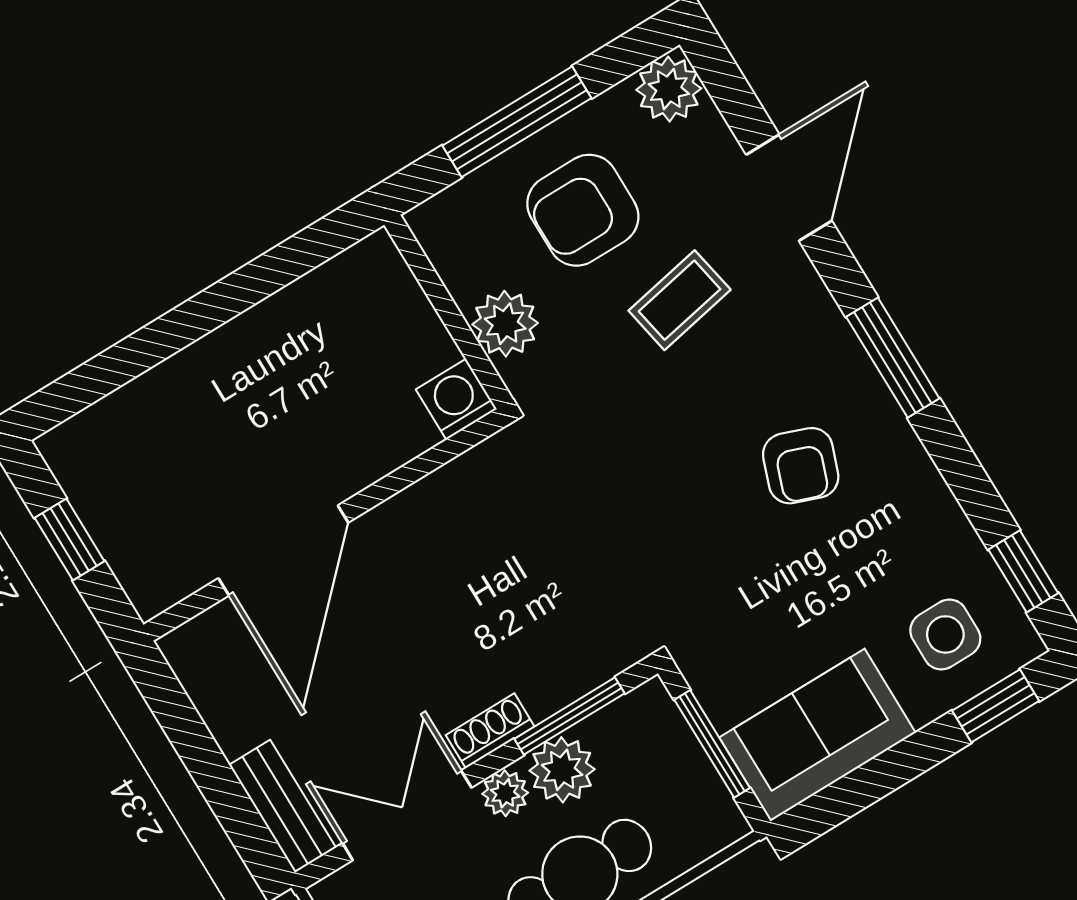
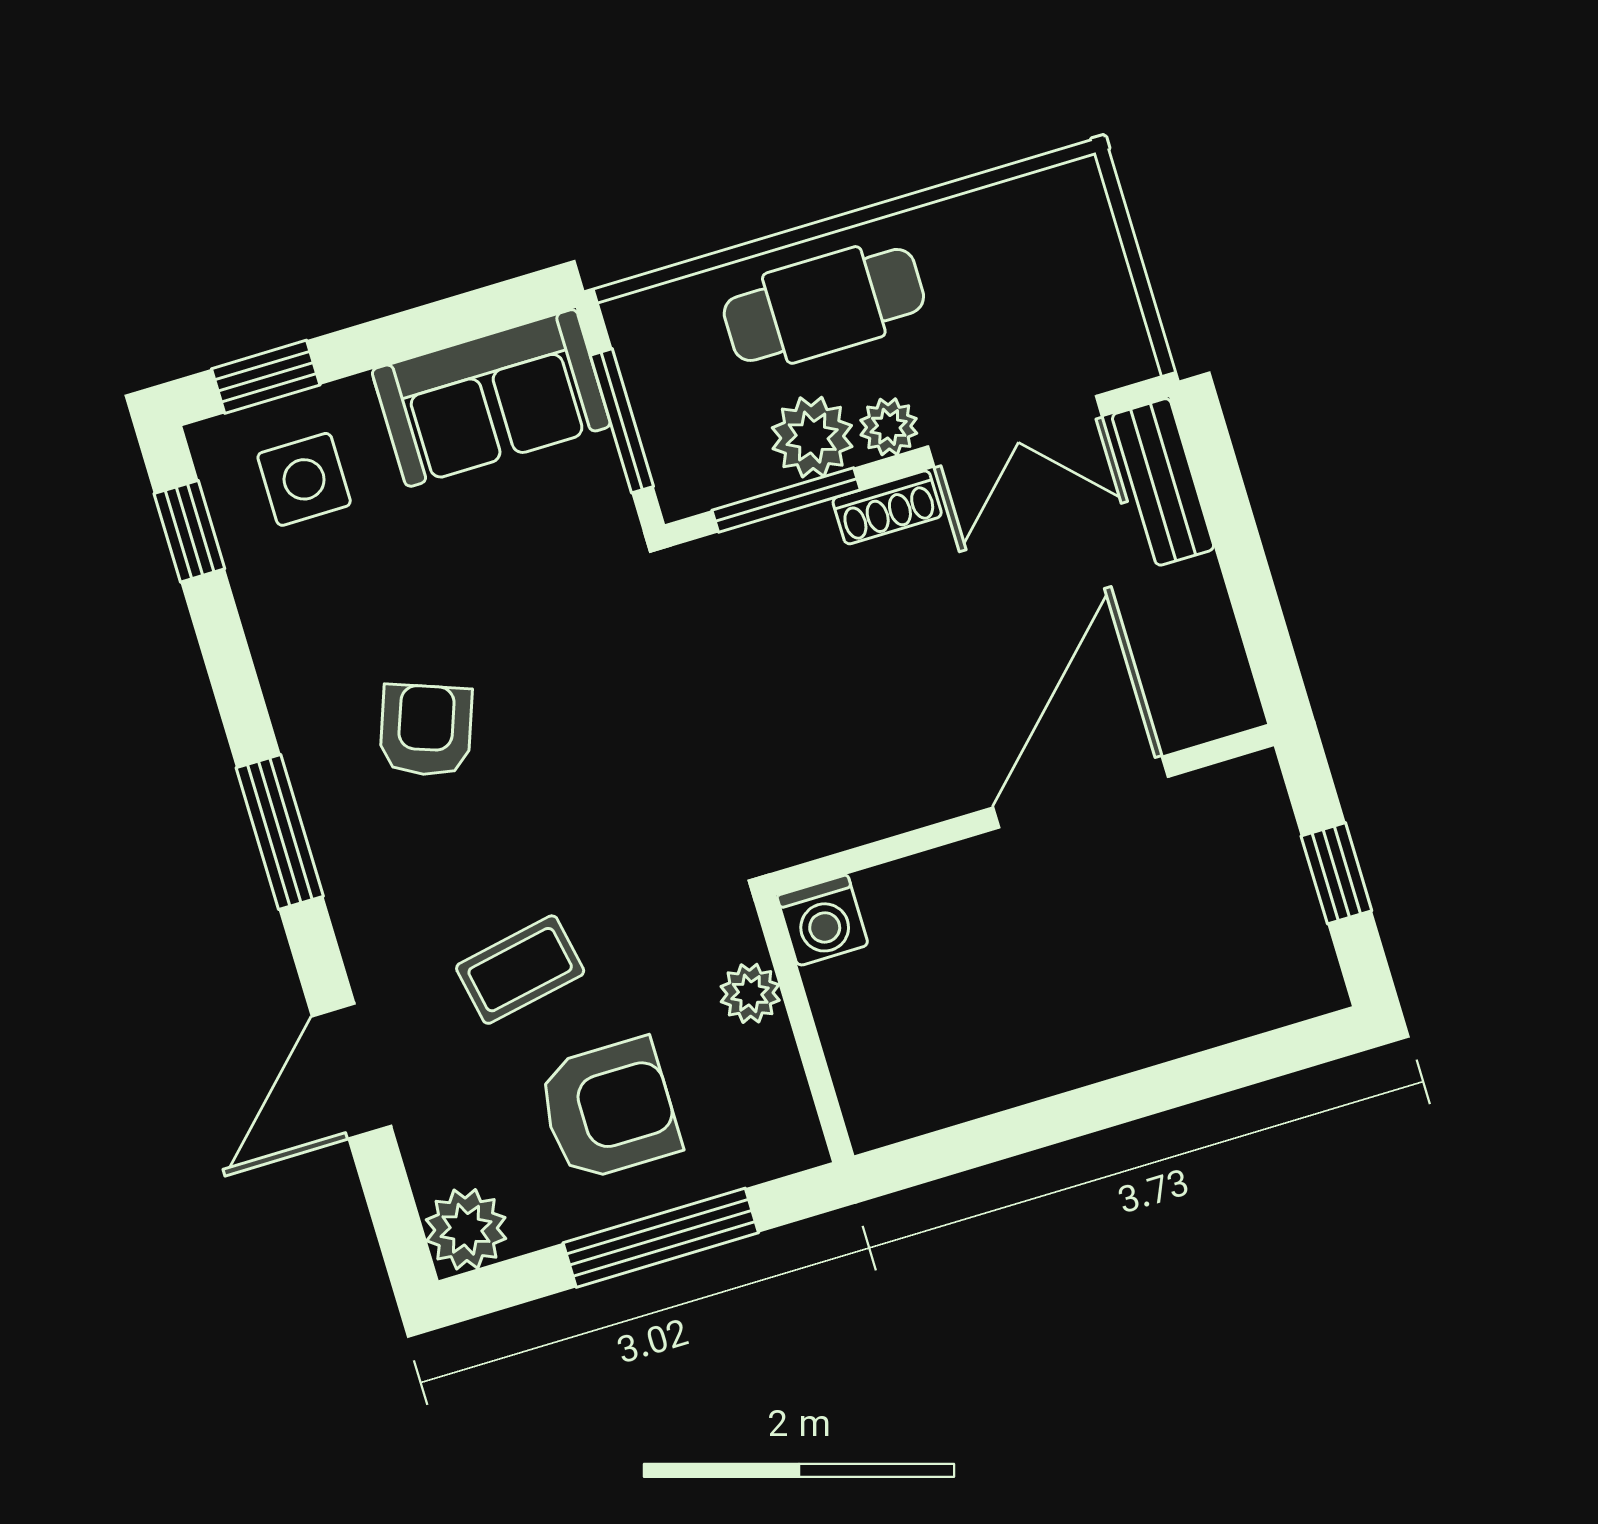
plant: (505, 324) -> (750, 993), width x0.73, depth x0.73

